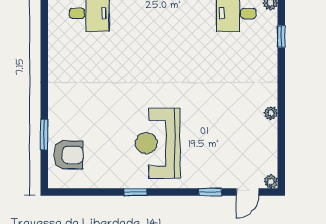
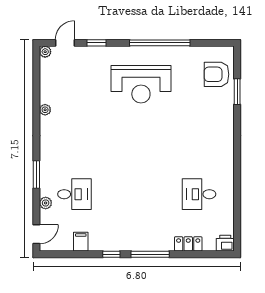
window: (281, 37) -> (36, 175), width x1.50
reception desk: (158, 143) -> (141, 84), turned 90
window: (136, 192) -> (160, 43), width x3.17

